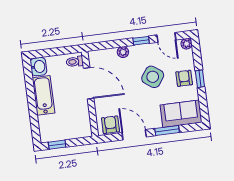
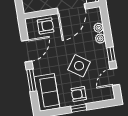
plant: (187, 44) -> (99, 28), moved
armchair: (184, 78) -> (79, 94), turned 180
armchair: (111, 125) -> (46, 26), moved

